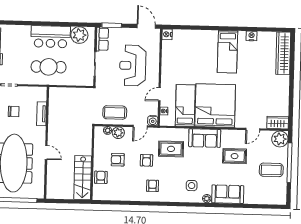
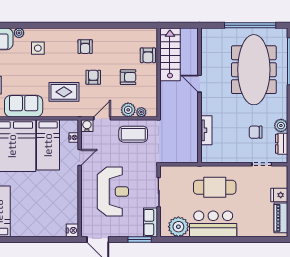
tv unit: (42, 114) -> (206, 130), moved
wall: (46, 143) -> (200, 95), moved
door: (46, 152) -> (200, 84), moved

